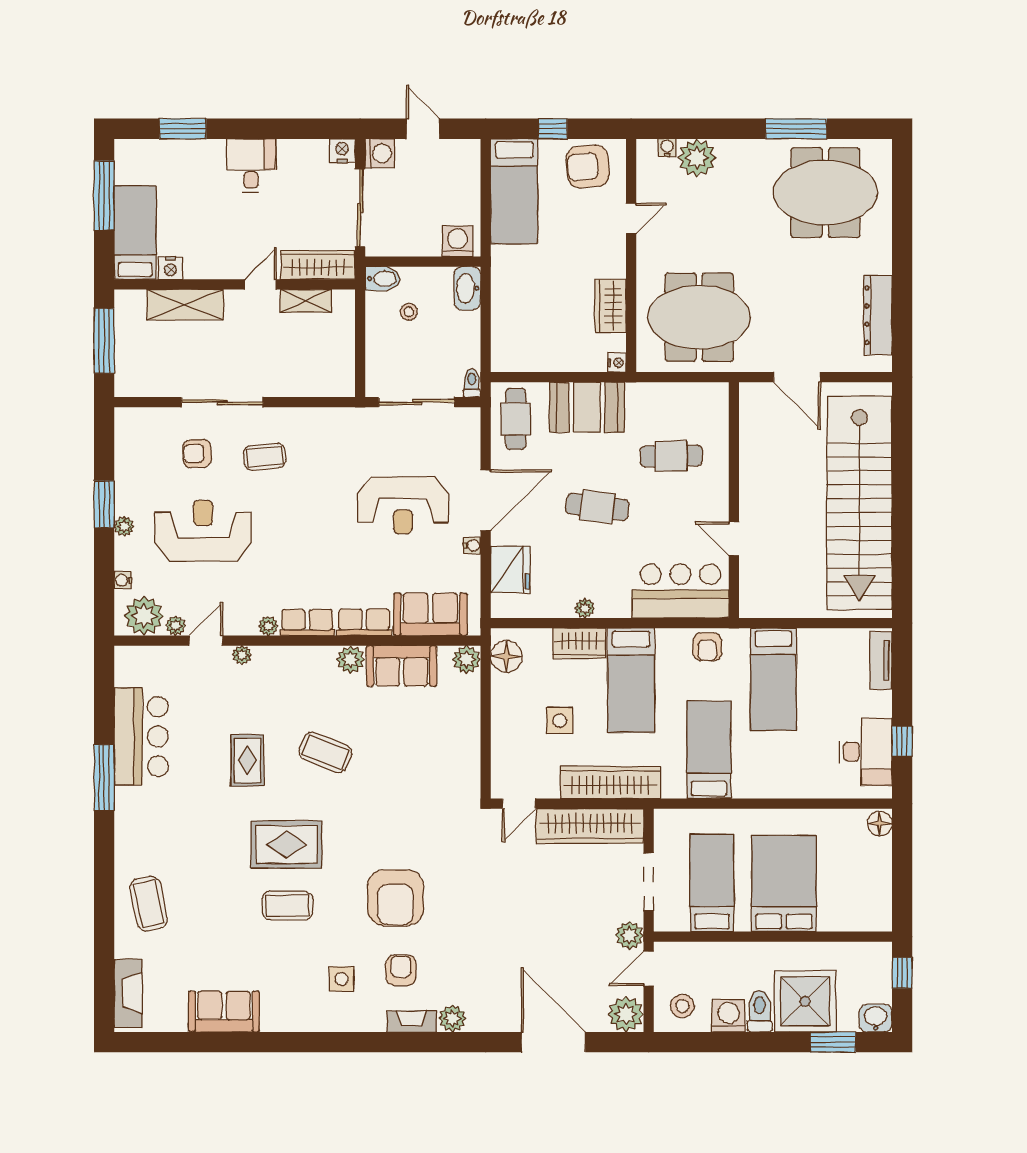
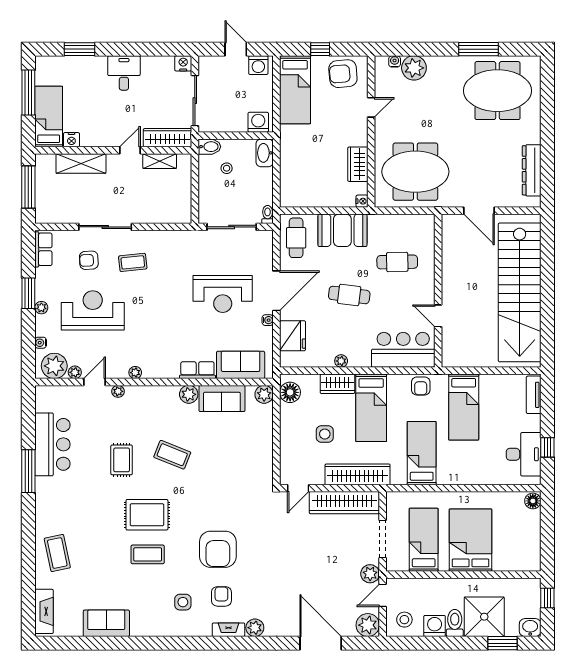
washing machine: (380, 153) -> (258, 65), moved, turned 90
row of seats: (307, 622) -> (43, 249), moved, turned 90

